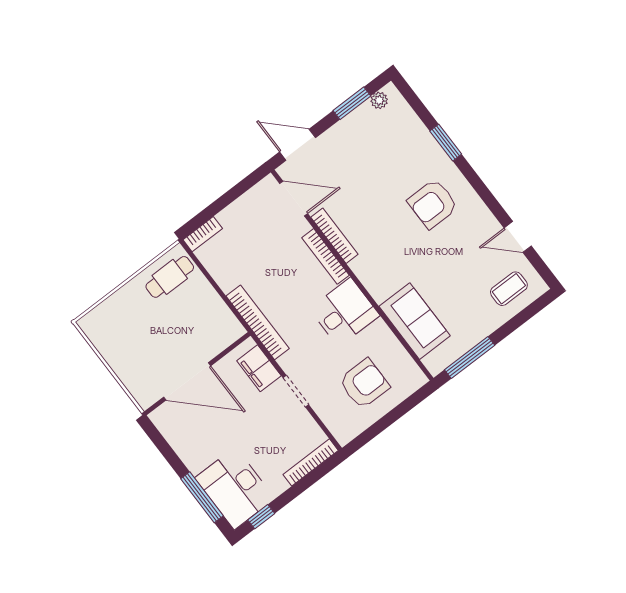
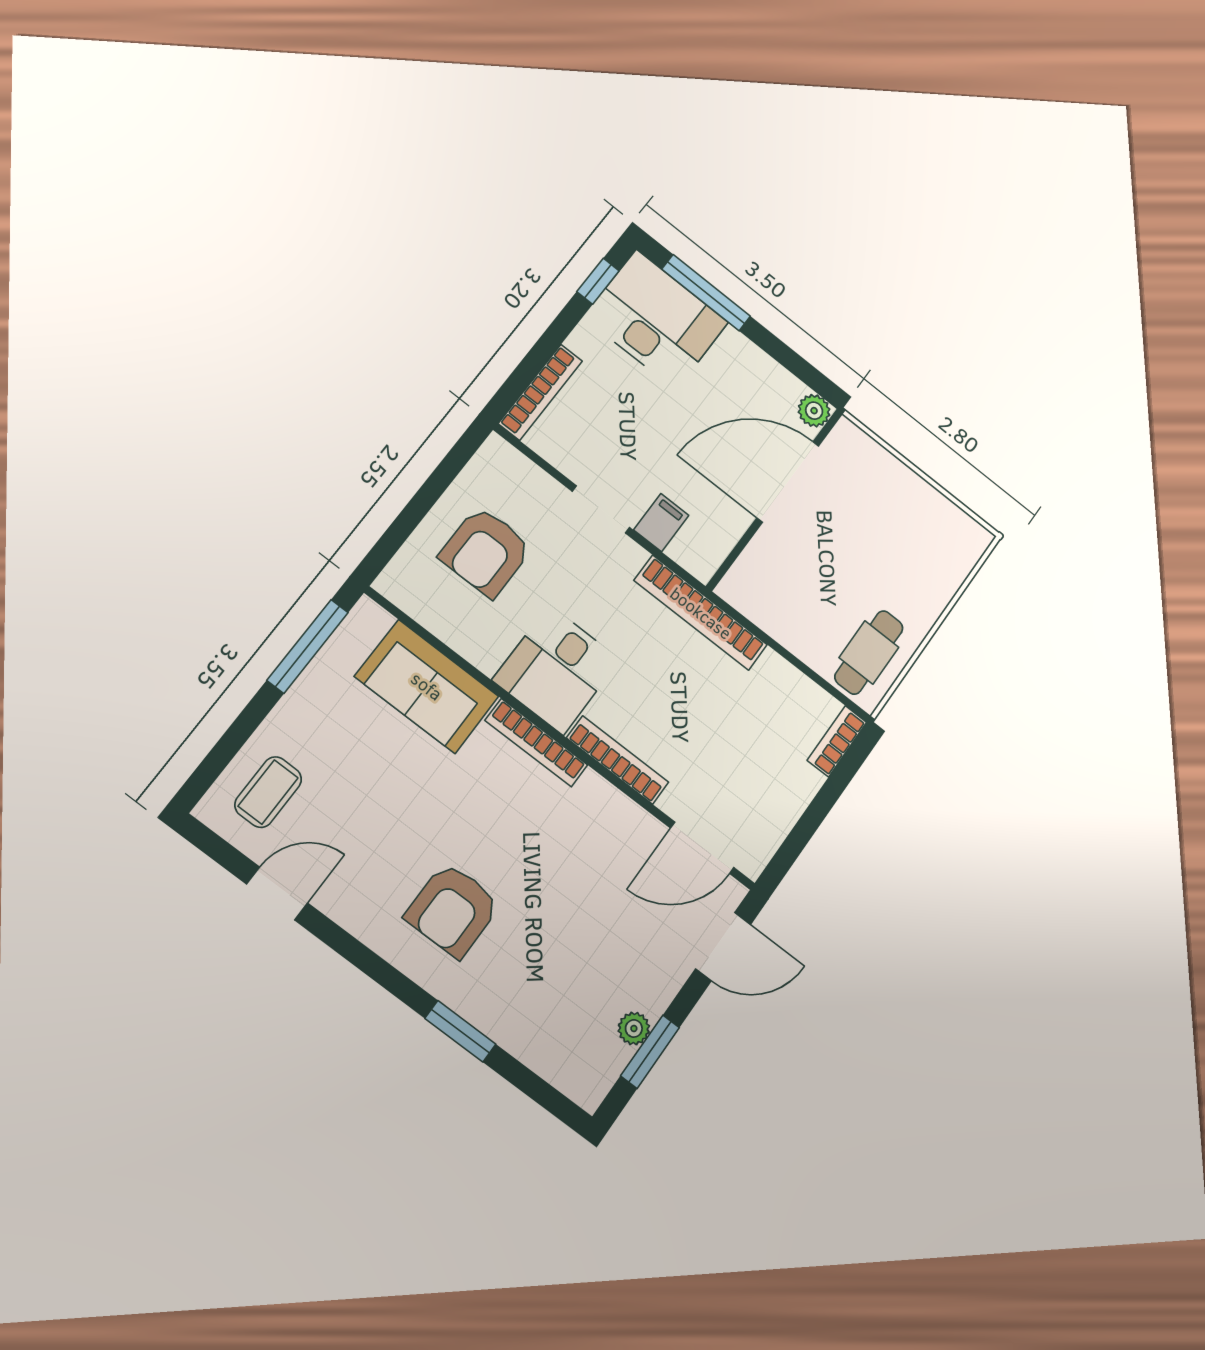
plant: (379, 100) -> (634, 1028), moved
armchair: (433, 204) -> (453, 910), turned 180
bookcase: (334, 236) -> (536, 743), moved
filing cabinet: (259, 368) -> (661, 523), width x0.50
plant: (160, 417) -> (814, 411), added

